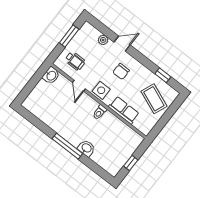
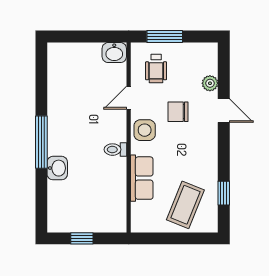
window: (69, 36) -> (165, 37), moved
chair: (121, 71) -> (178, 112), moved

